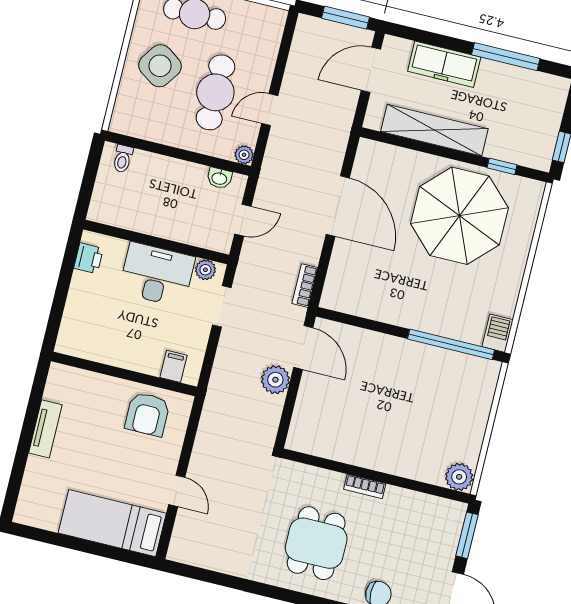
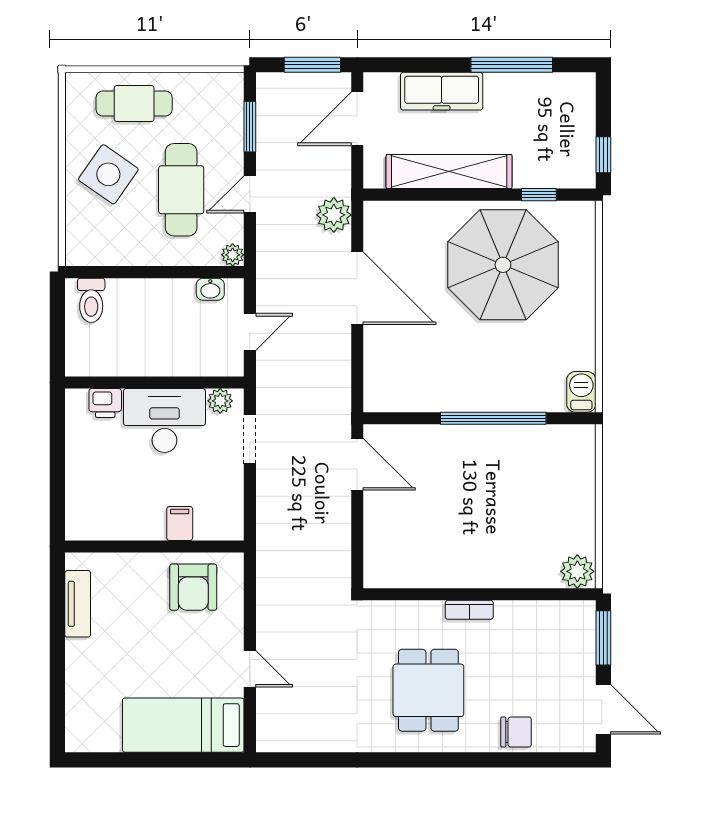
window: (283, 55) -> (250, 127), added
toilet: (123, 159) -> (91, 300), width x1.37, depth x1.39
printer: (88, 258) -> (105, 403), moved, turned 90
bookcase: (305, 286) -> (341, 391), removed
window: (451, 344) -> (493, 418), moved
filing cabinet: (173, 366) -> (180, 523), moved
plant: (275, 380) -> (334, 215), moved
tv unit: (45, 429) -> (78, 604), moved

